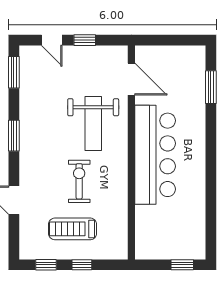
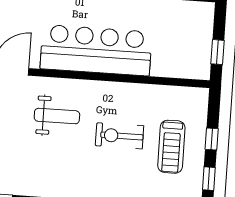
weight bench: (93, 124) -> (57, 116), width x0.73, depth x0.75
window: (182, 265) -> (218, 52), moved

